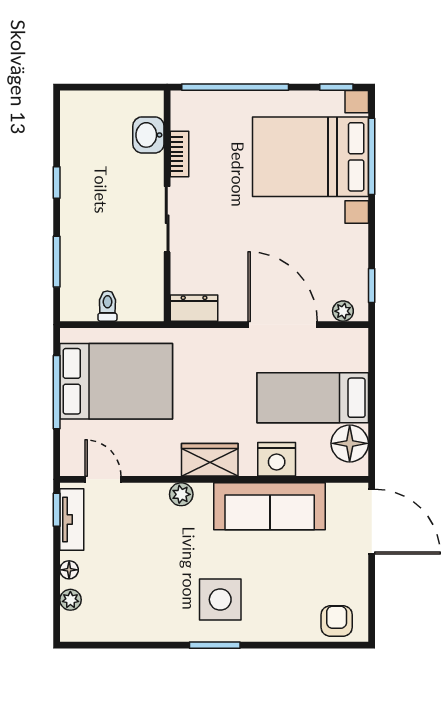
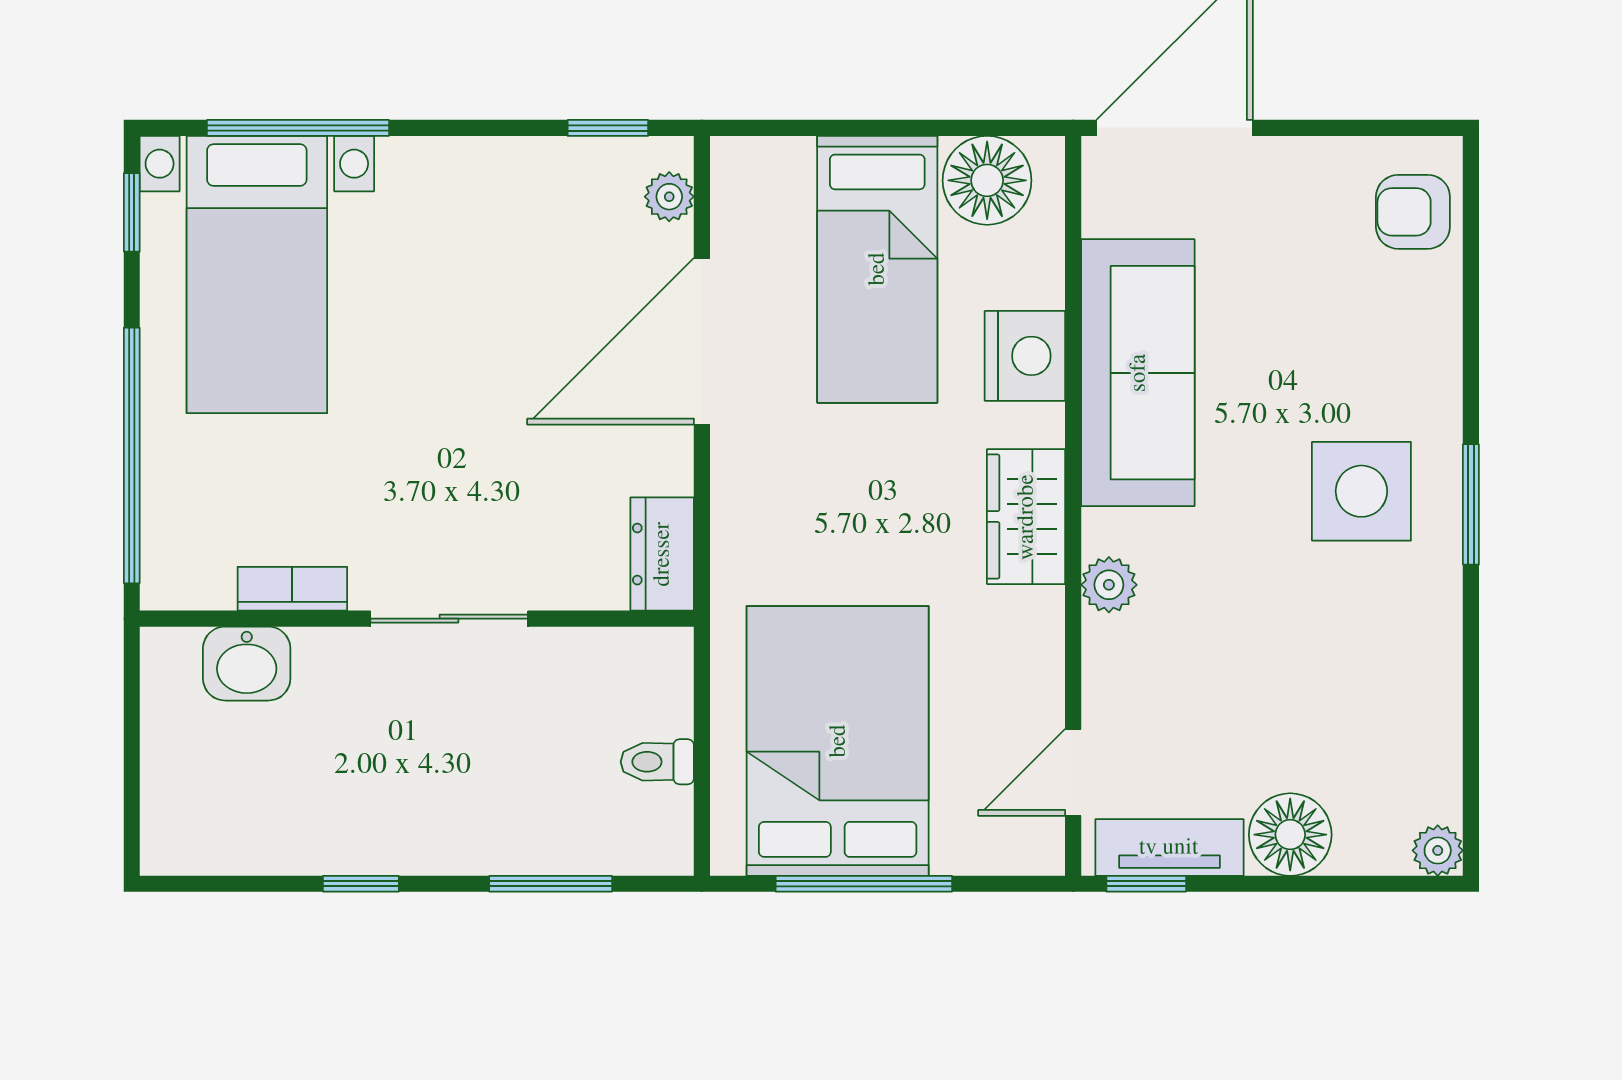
bed with nightstands: (310, 157) -> (257, 275), width x0.73
floor lamp: (69, 570) -> (1290, 835), width x1.89, depth x1.89
plant: (70, 600) -> (1438, 850), moved

